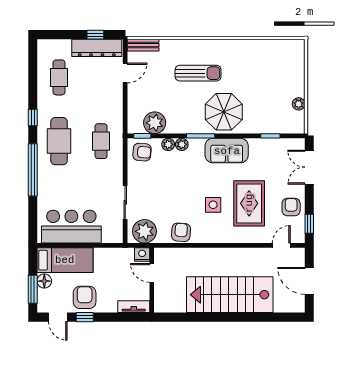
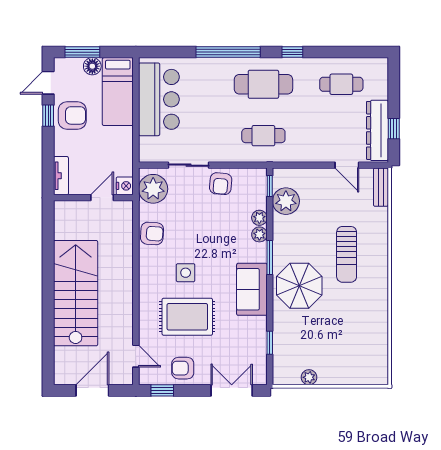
armchair: (142, 152) -> (221, 184), moved
armchair: (291, 207) -> (183, 368), turned 180

